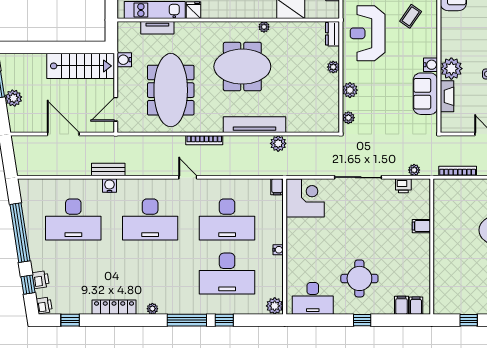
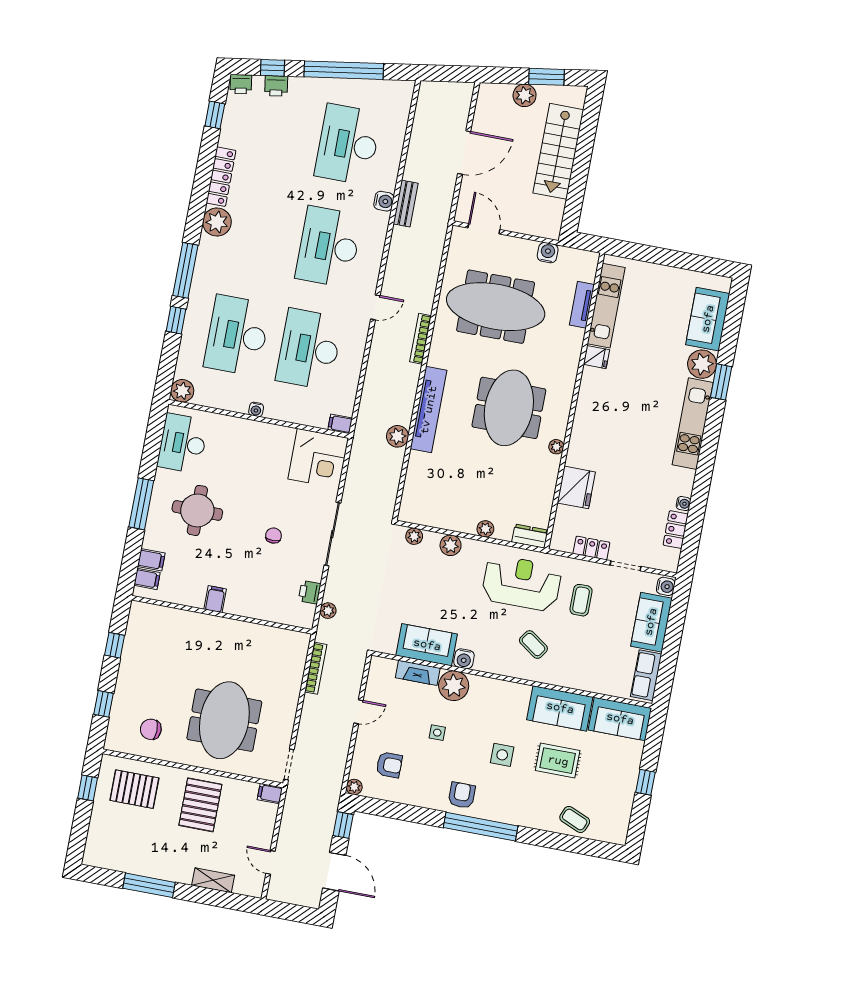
stairs: (81, 66) -> (558, 151), moved
chair: (367, 220) -> (274, 536), added
filing cabinet: (421, 226) -> (215, 599), moved
plant: (152, 309) -> (217, 222), width x1.88, depth x1.88
window: (362, 320) -> (141, 504), width x2.17

